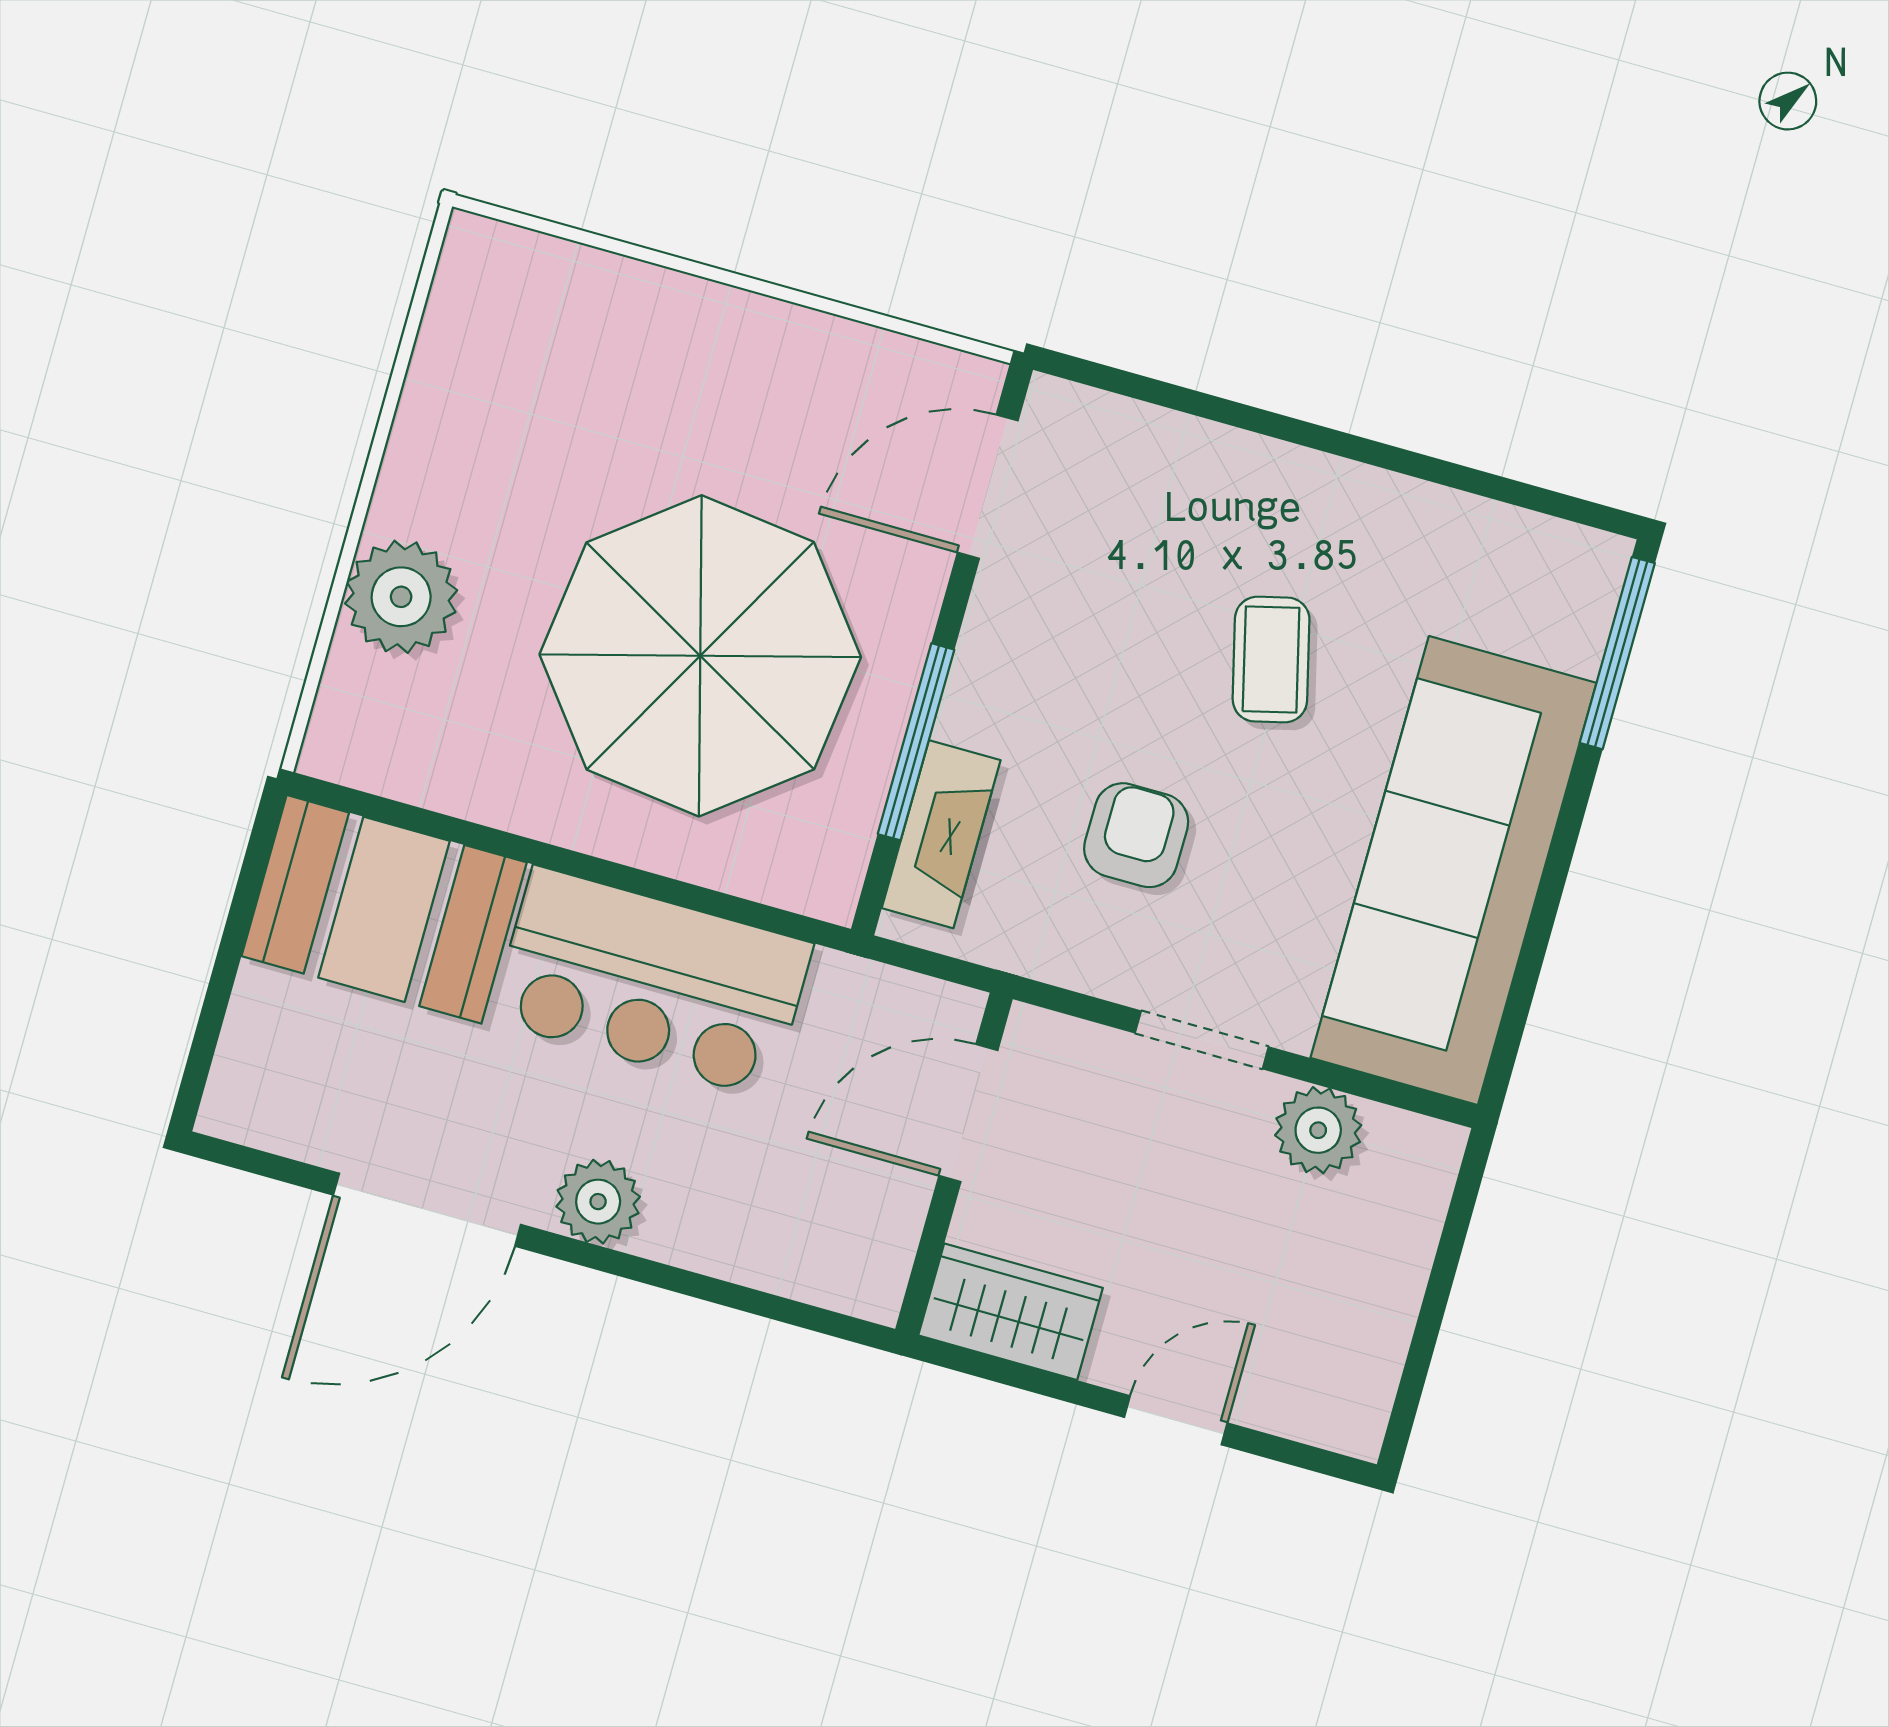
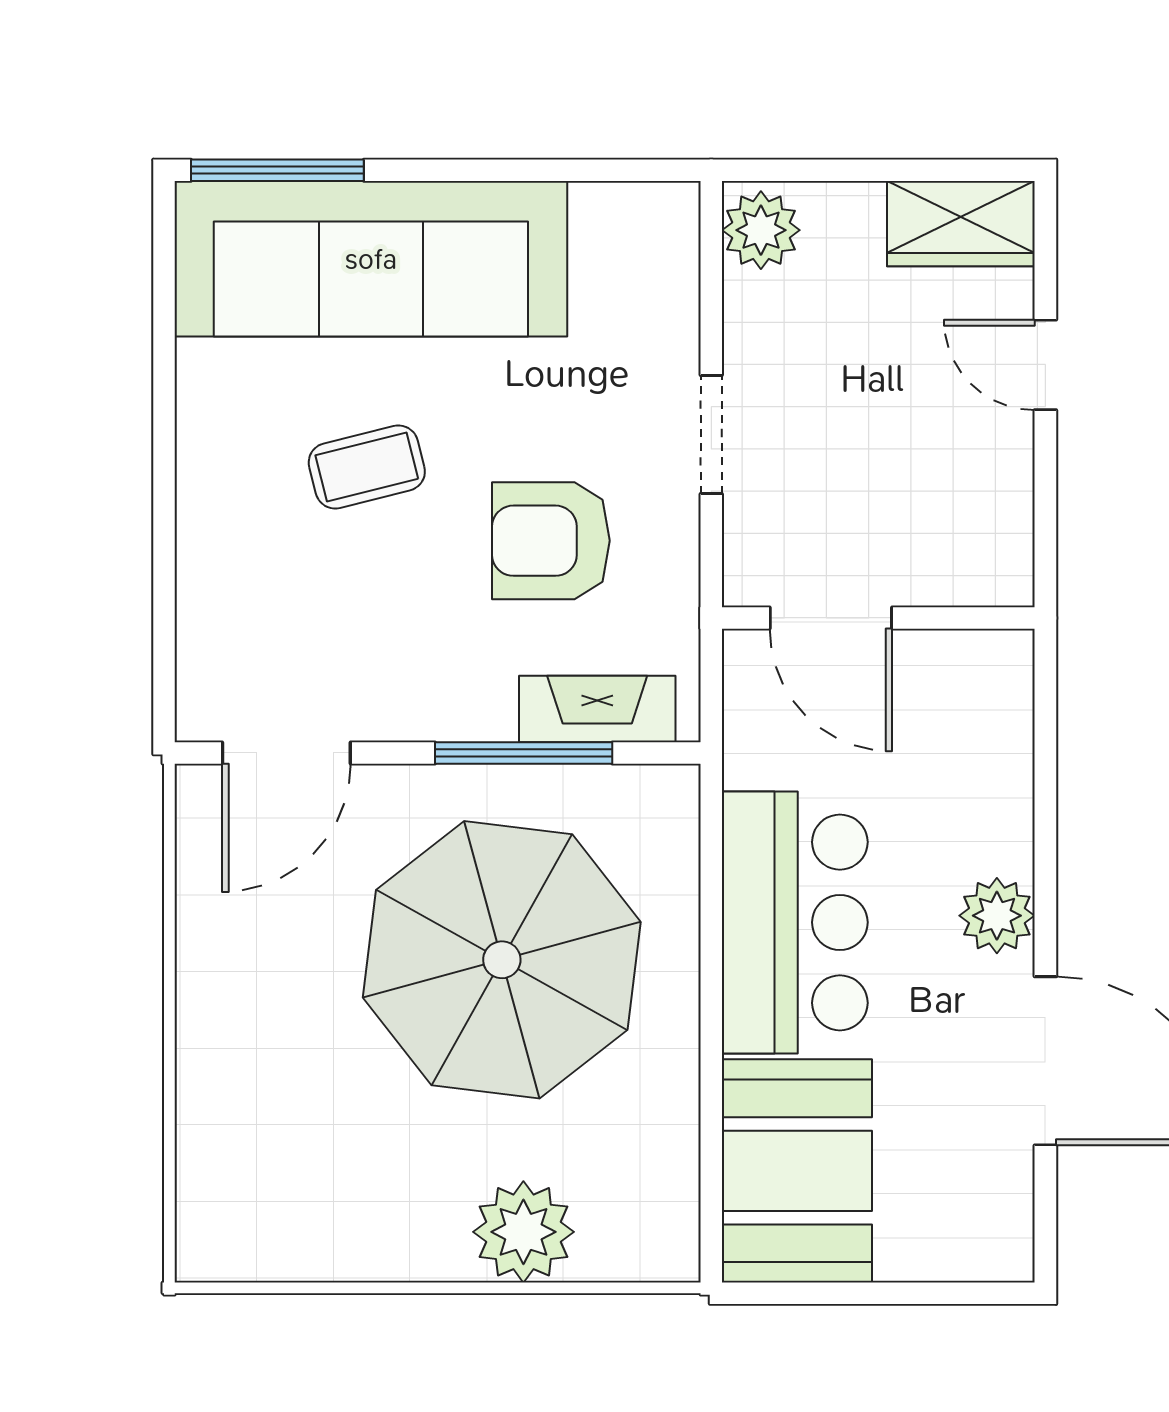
door: (988, 487) -> (286, 753), hinge flipped
armchair: (1136, 835) -> (551, 541), width x1.38, depth x1.38
sofa: (1453, 870) -> (371, 259), moved
plant: (1318, 1130) -> (761, 230), moved
wardrobe: (1011, 1312) -> (961, 224), moved, turned -90

